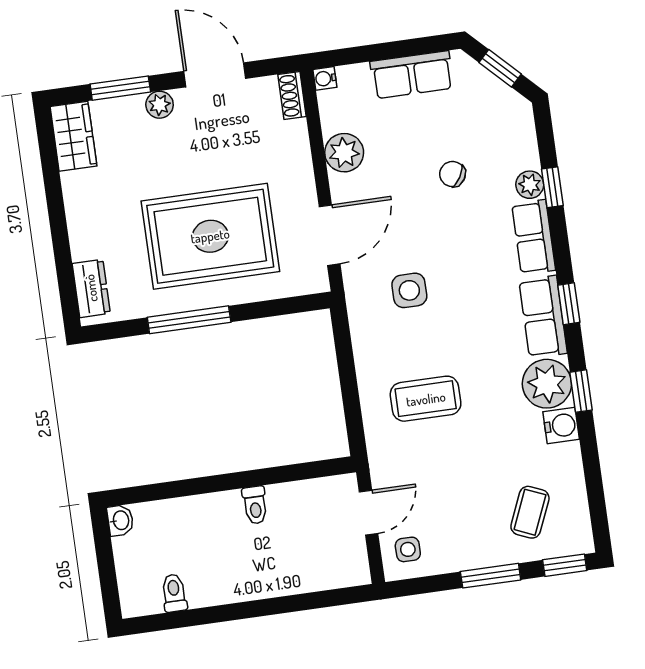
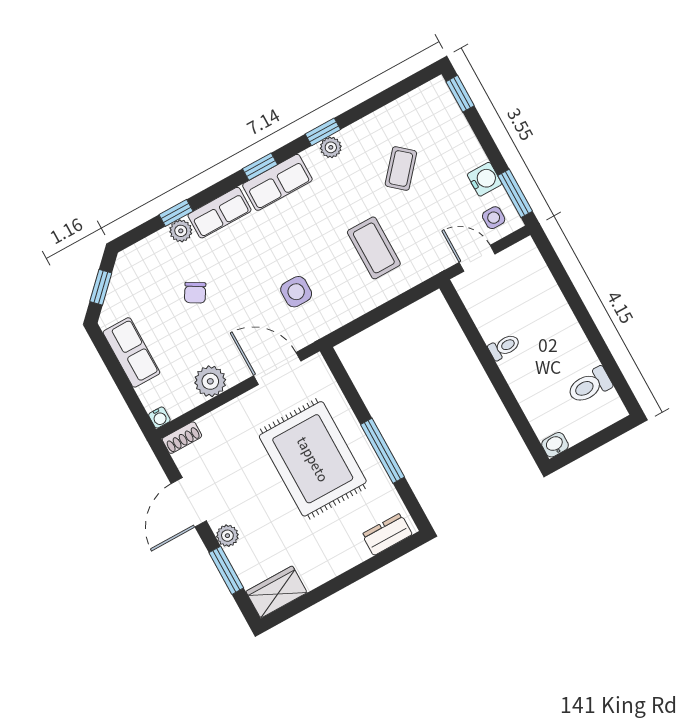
plant: (547, 384) -> (331, 147), width x0.53, depth x0.53
water cooler: (561, 425) -> (484, 179), moved, turned 90
coffee table: (530, 512) -> (401, 168), moved, turned -72
window: (491, 576) -> (515, 193), moved
toilet: (174, 593) -> (590, 386), width x1.37, depth x1.39

